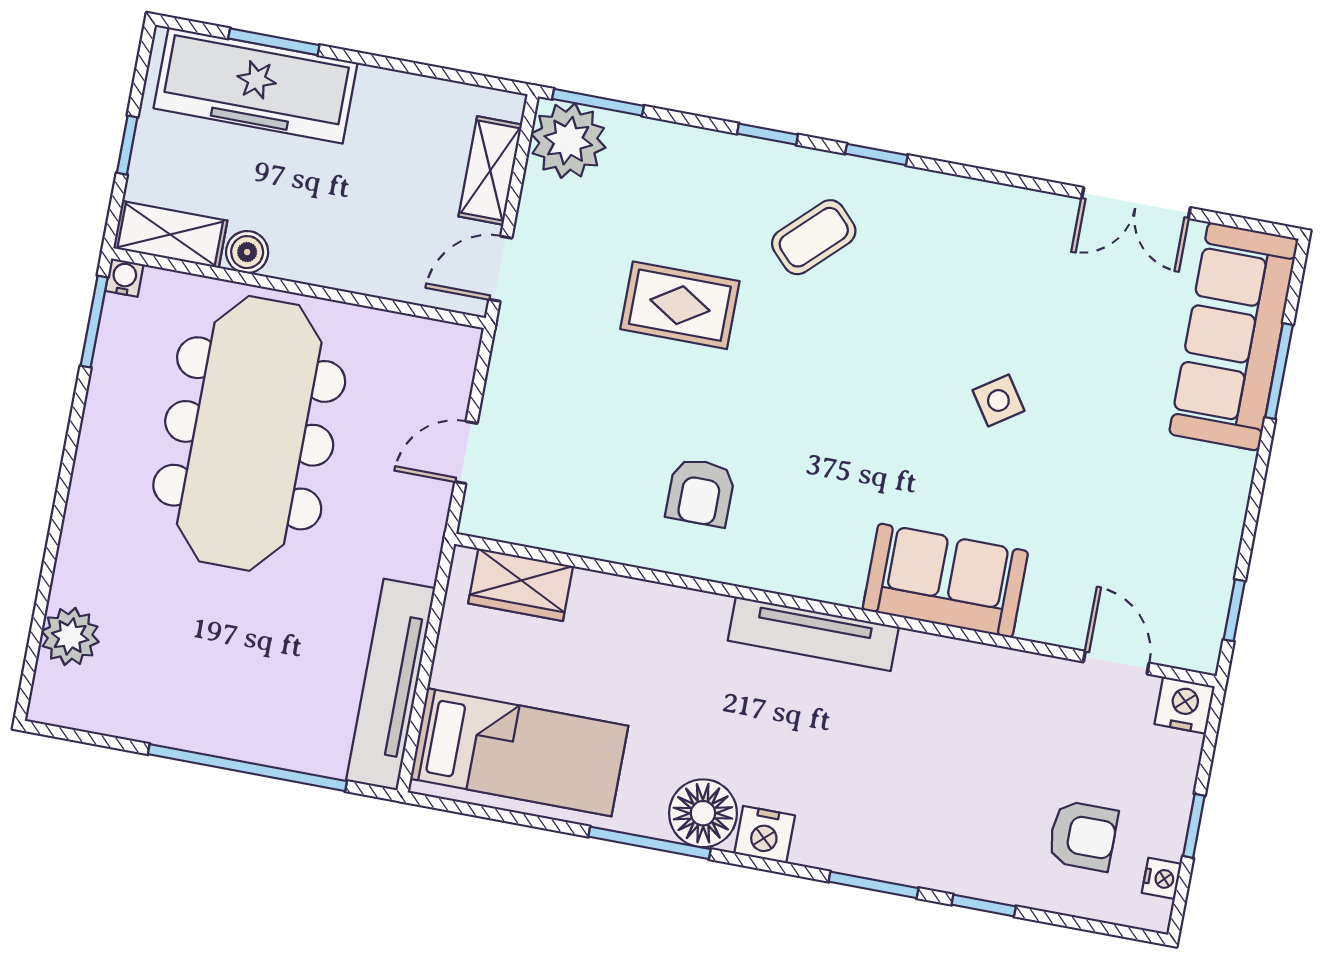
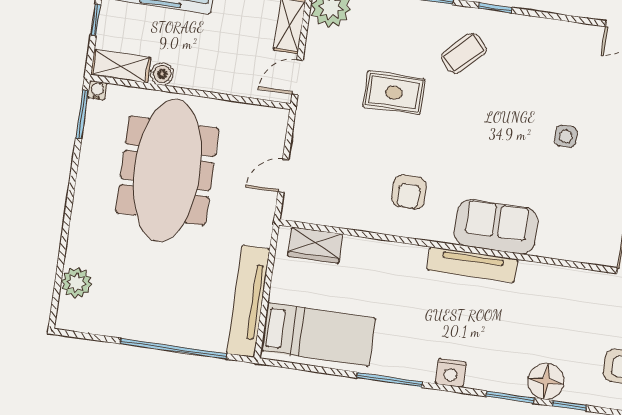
side table: (998, 400) -> (566, 136), turned 34
sofa: (945, 581) -> (496, 227), moved
floor lamp: (703, 813) -> (546, 381), moved

